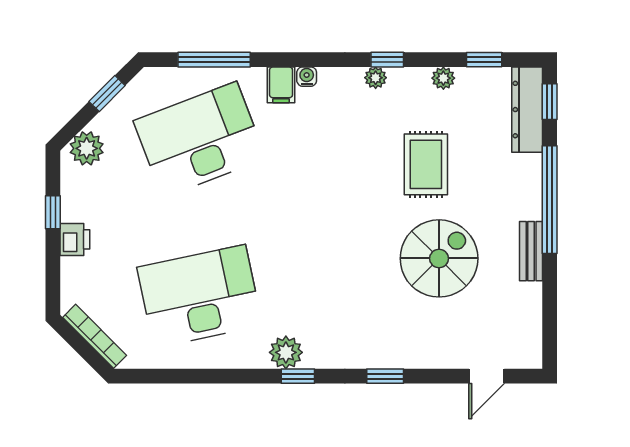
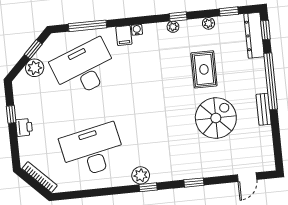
plant: (87, 148) -> (35, 68), moved

